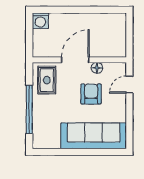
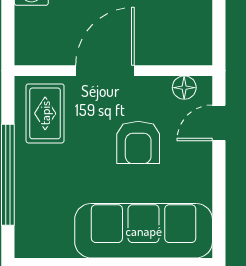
floor lamp: (97, 68) -> (184, 88), moved
armchair: (91, 94) -> (138, 142), turned 180

